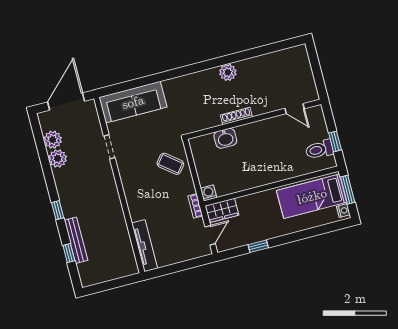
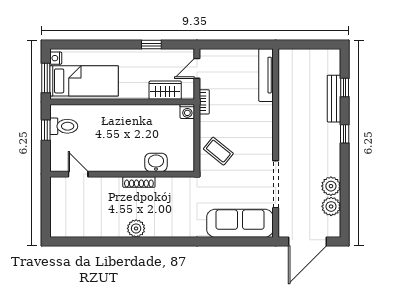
doorway: (109, 147) -> (276, 184), width x1.88
wardrobe: (222, 210) -> (165, 90), moved

